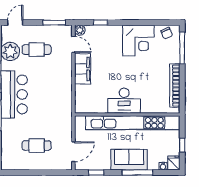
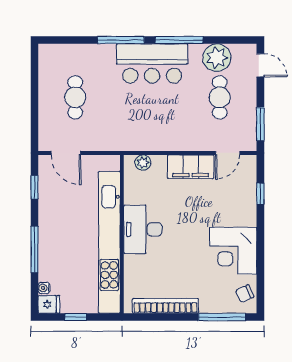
plant: (80, 30) -> (143, 163), moved
sofa: (129, 160) -> (54, 237), removed

